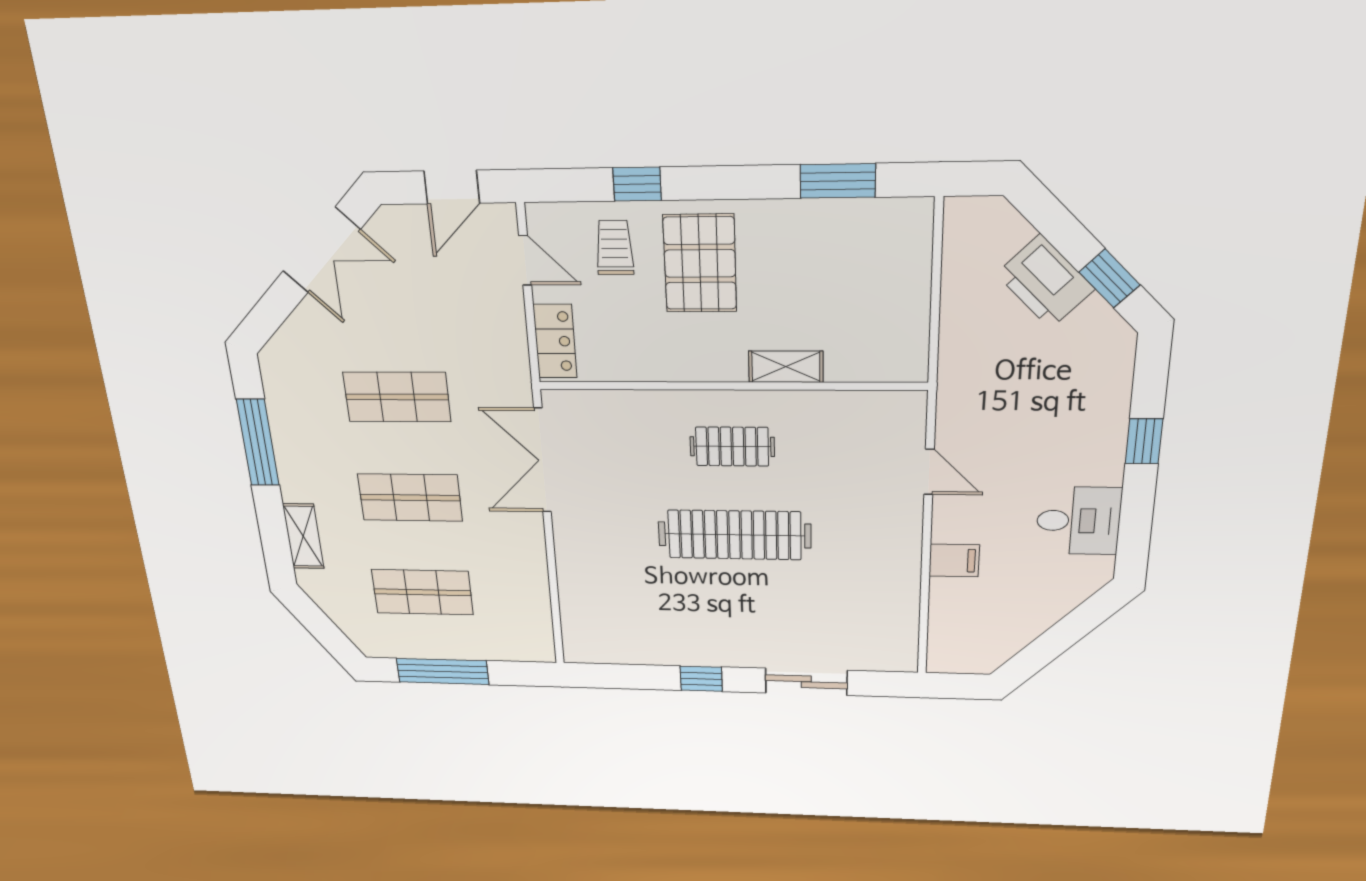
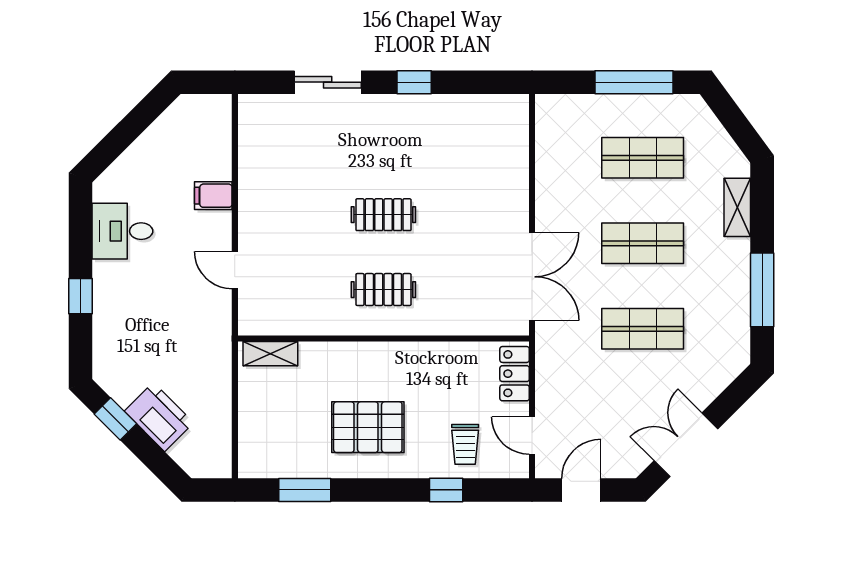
pallet: (700, 263) -> (368, 427), moved, turned 90
shelving: (786, 367) -> (270, 354), moved
clothes rail: (735, 535) -> (383, 215), width x0.54, depth x0.76

